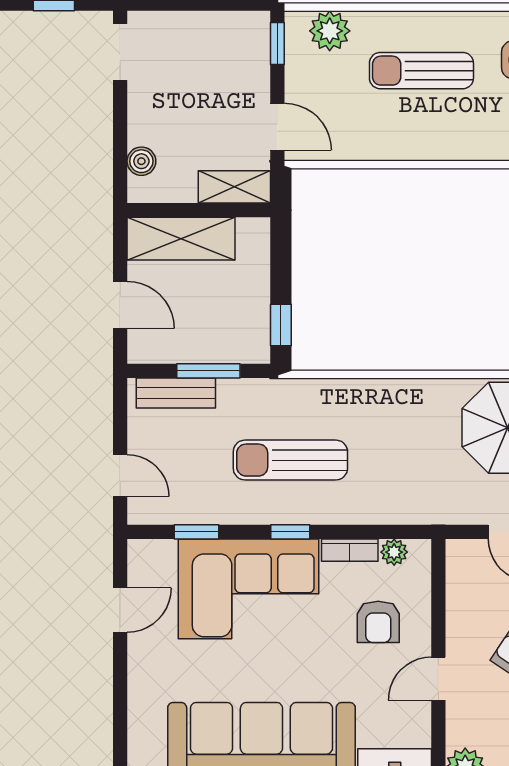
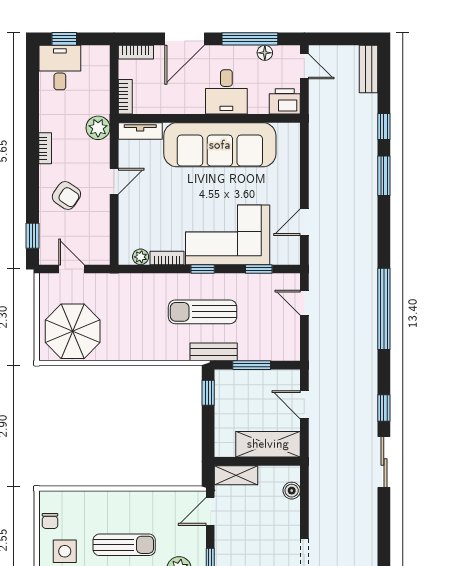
door: (277, 127) -> (210, 511), hinge flipped
bench: (176, 393) -> (214, 352), moved
sun lounger: (290, 460) -> (203, 312), turned 180
armchair: (378, 622) -> (150, 215), removed

